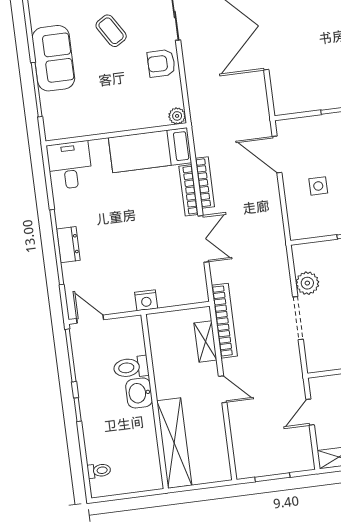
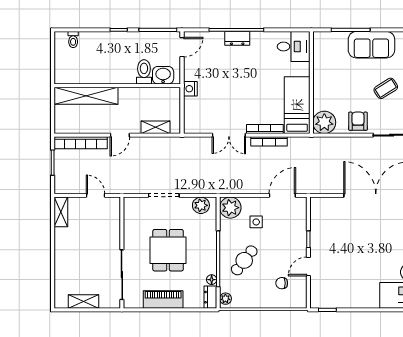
plant: (177, 116) -> (324, 122), width x1.88, depth x1.88
plant: (303, 224) -> (230, 208), added
plant: (307, 283) -> (201, 205), moved
bookcase: (224, 321) -> (81, 143), moved
washbasin: (139, 393) -> (163, 75), moved

